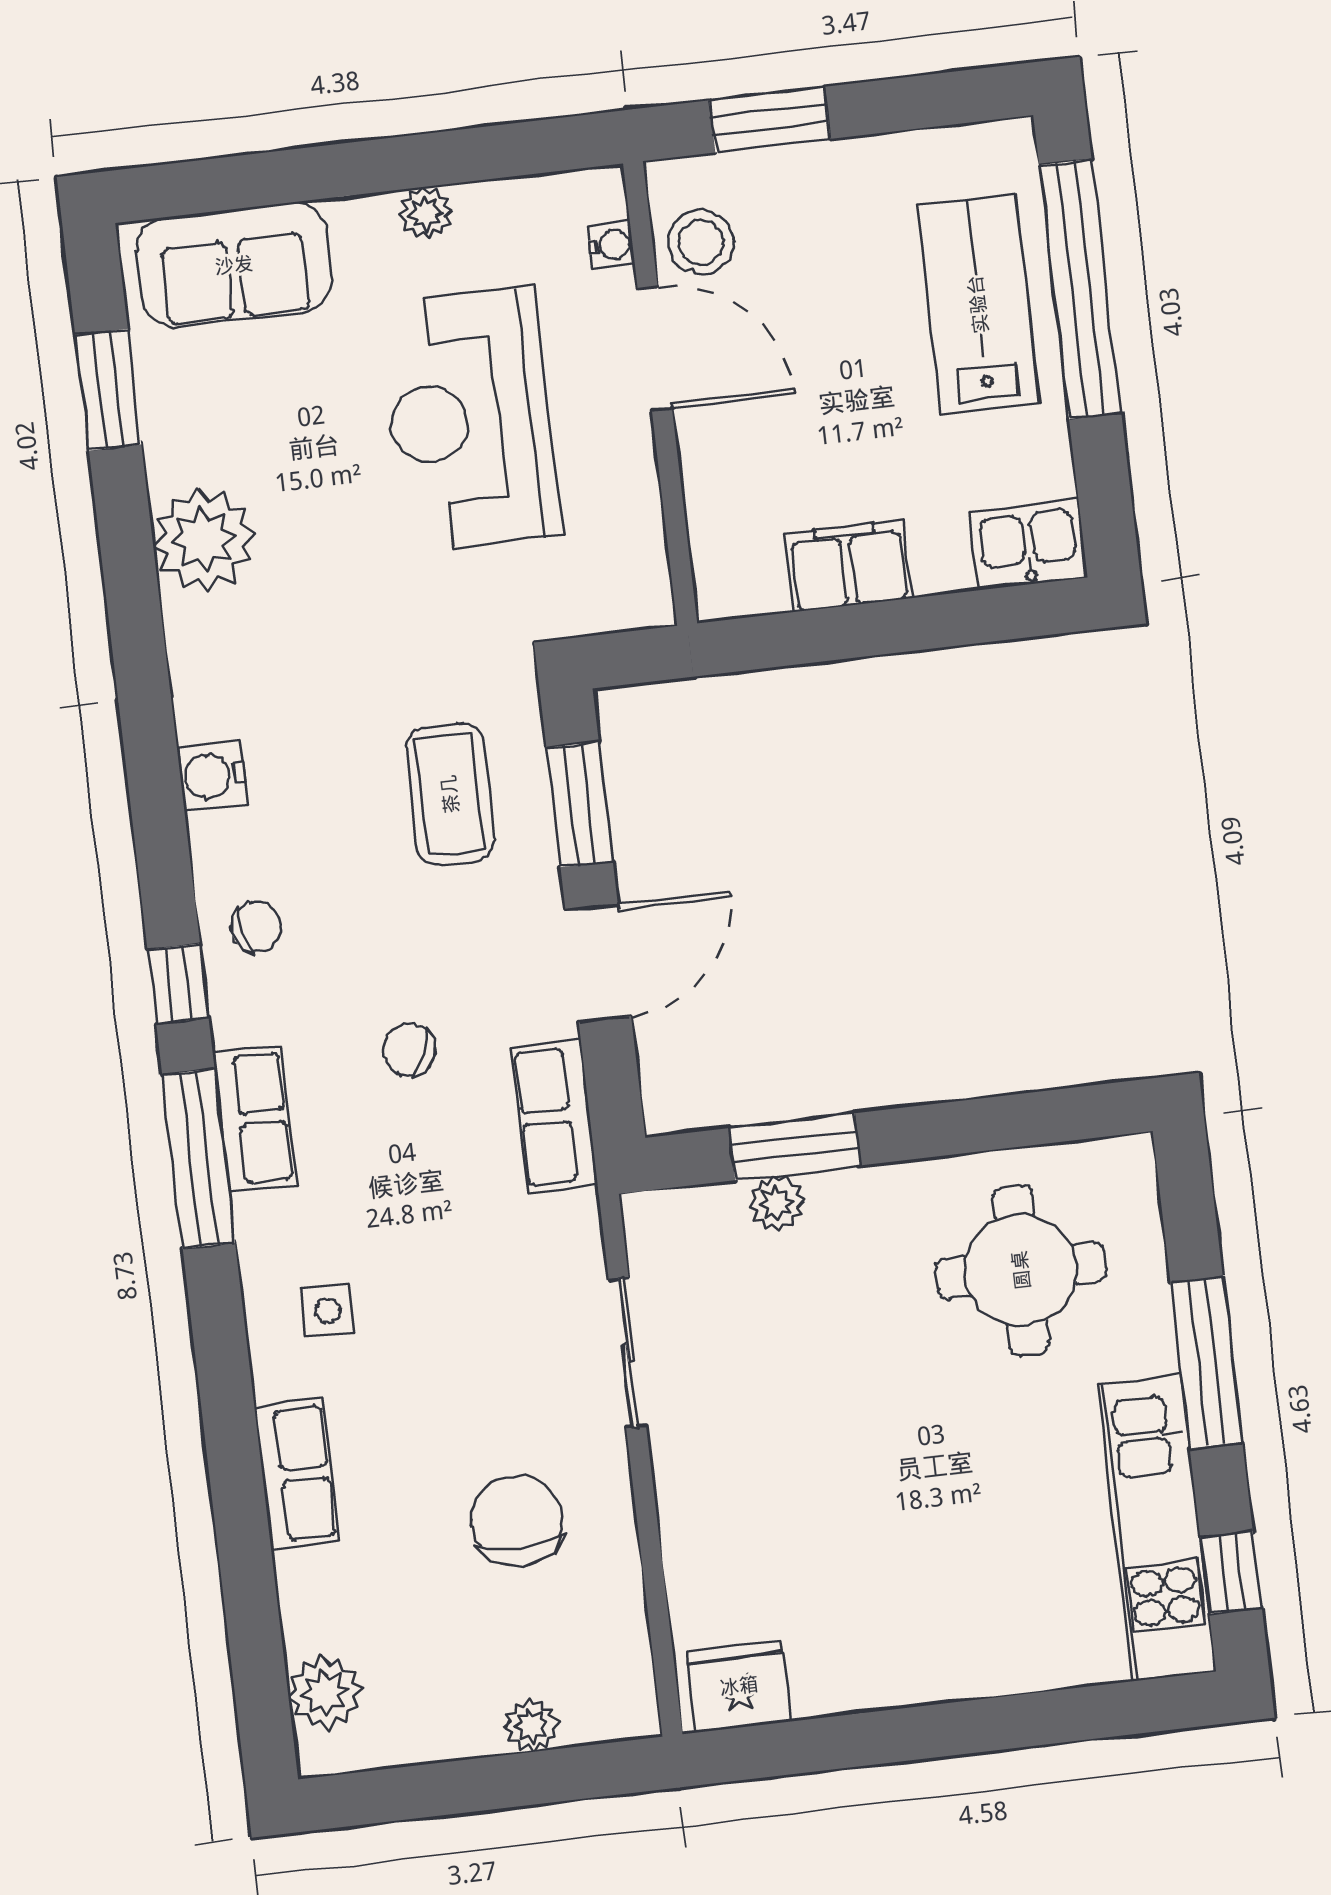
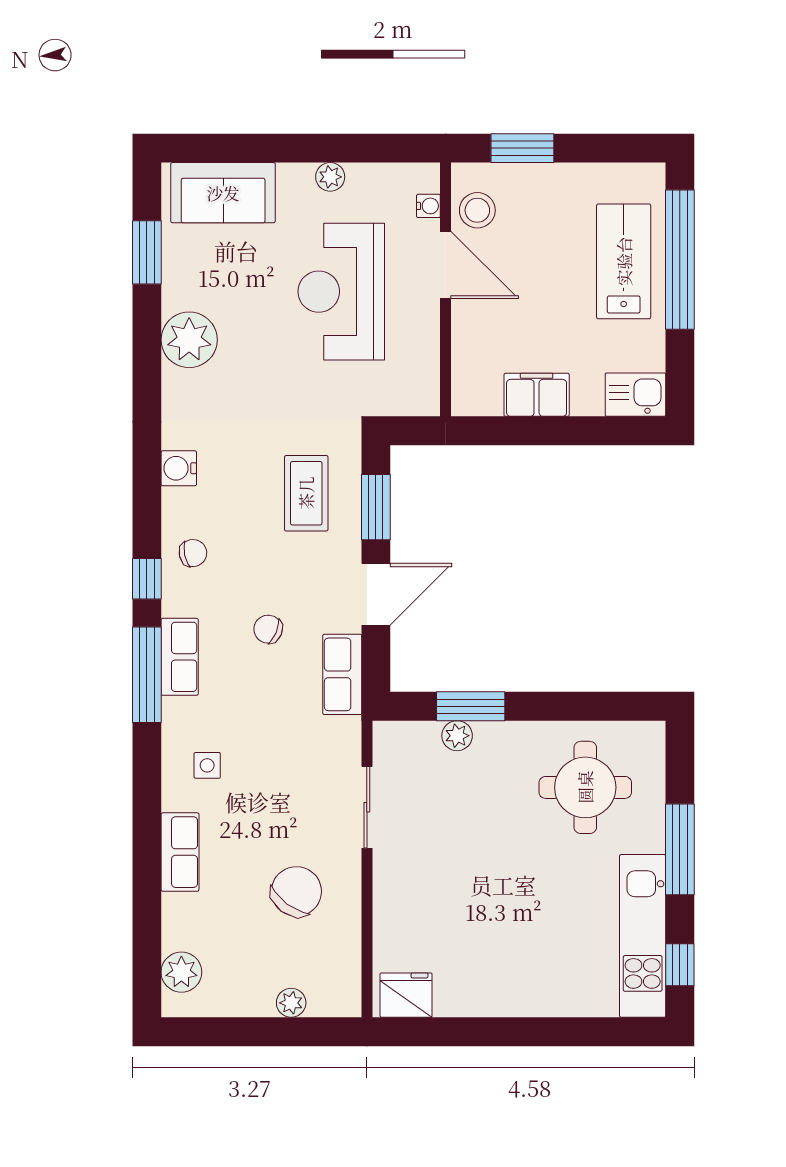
chair: (517, 1521) -> (296, 891), turned 37

